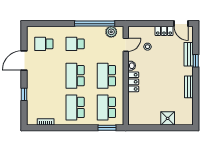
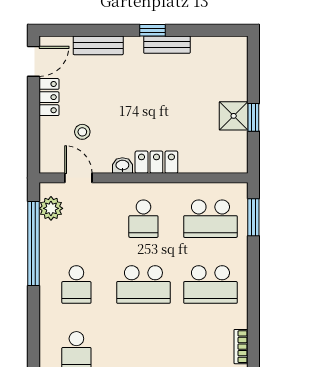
window: (196, 61) -> (152, 30), moved
school desk: (106, 76) -> (143, 219), width x0.54
shower: (168, 118) -> (234, 116), moved
window: (154, 128) -> (253, 117), added

